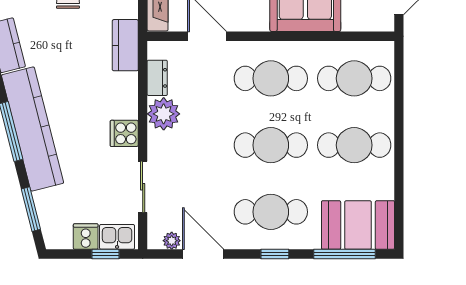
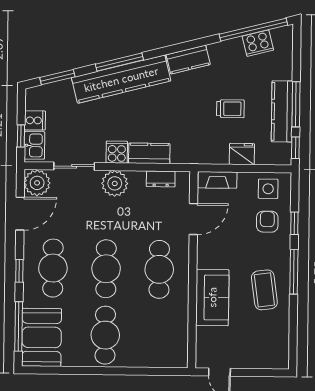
kitchen counter: (125, 45) -> (149, 153), moved
cafe table: (354, 78) -> (158, 336), removed
plant: (164, 114) -> (115, 183), moved
plant: (172, 241) -> (37, 183), width x1.87, depth x1.87

